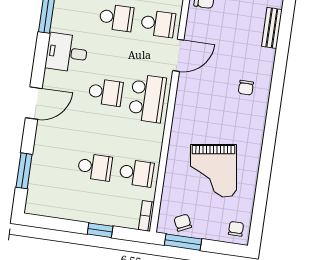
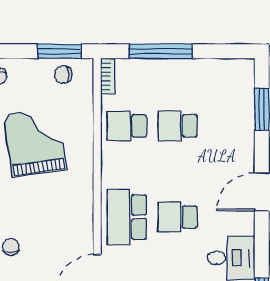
chair: (183, 223) -> (63, 75), turned 111
window: (100, 230) -> (161, 51), width x2.17

